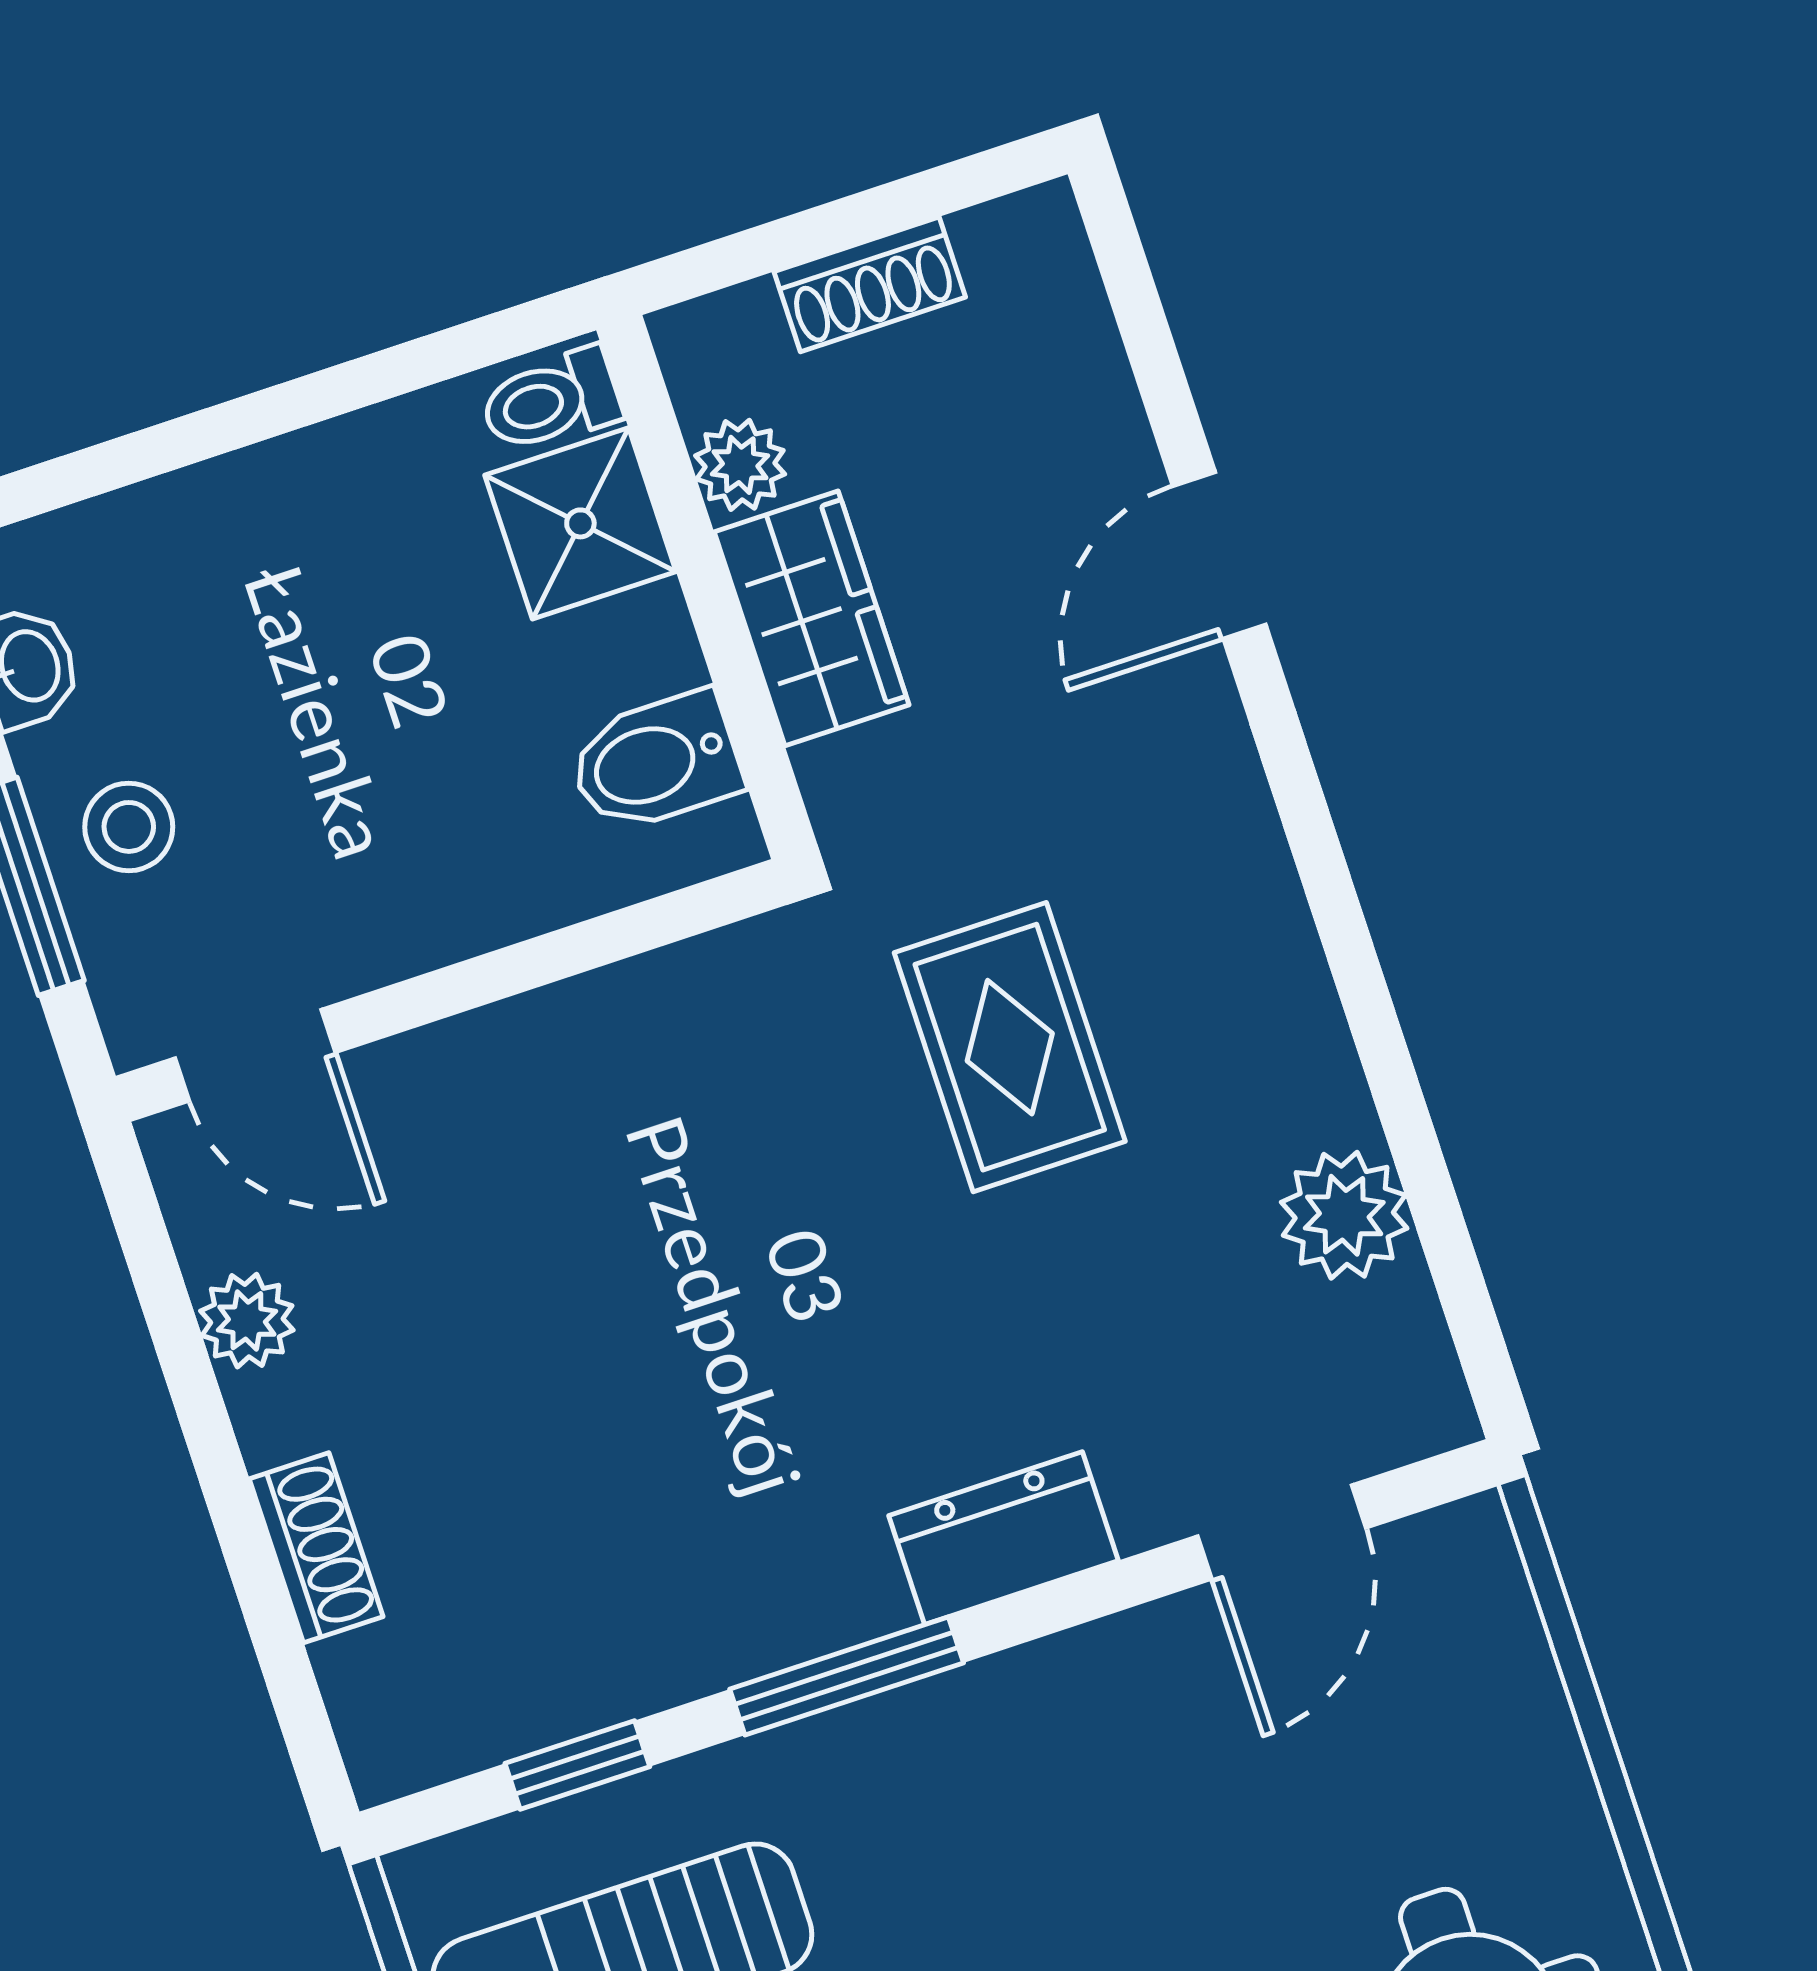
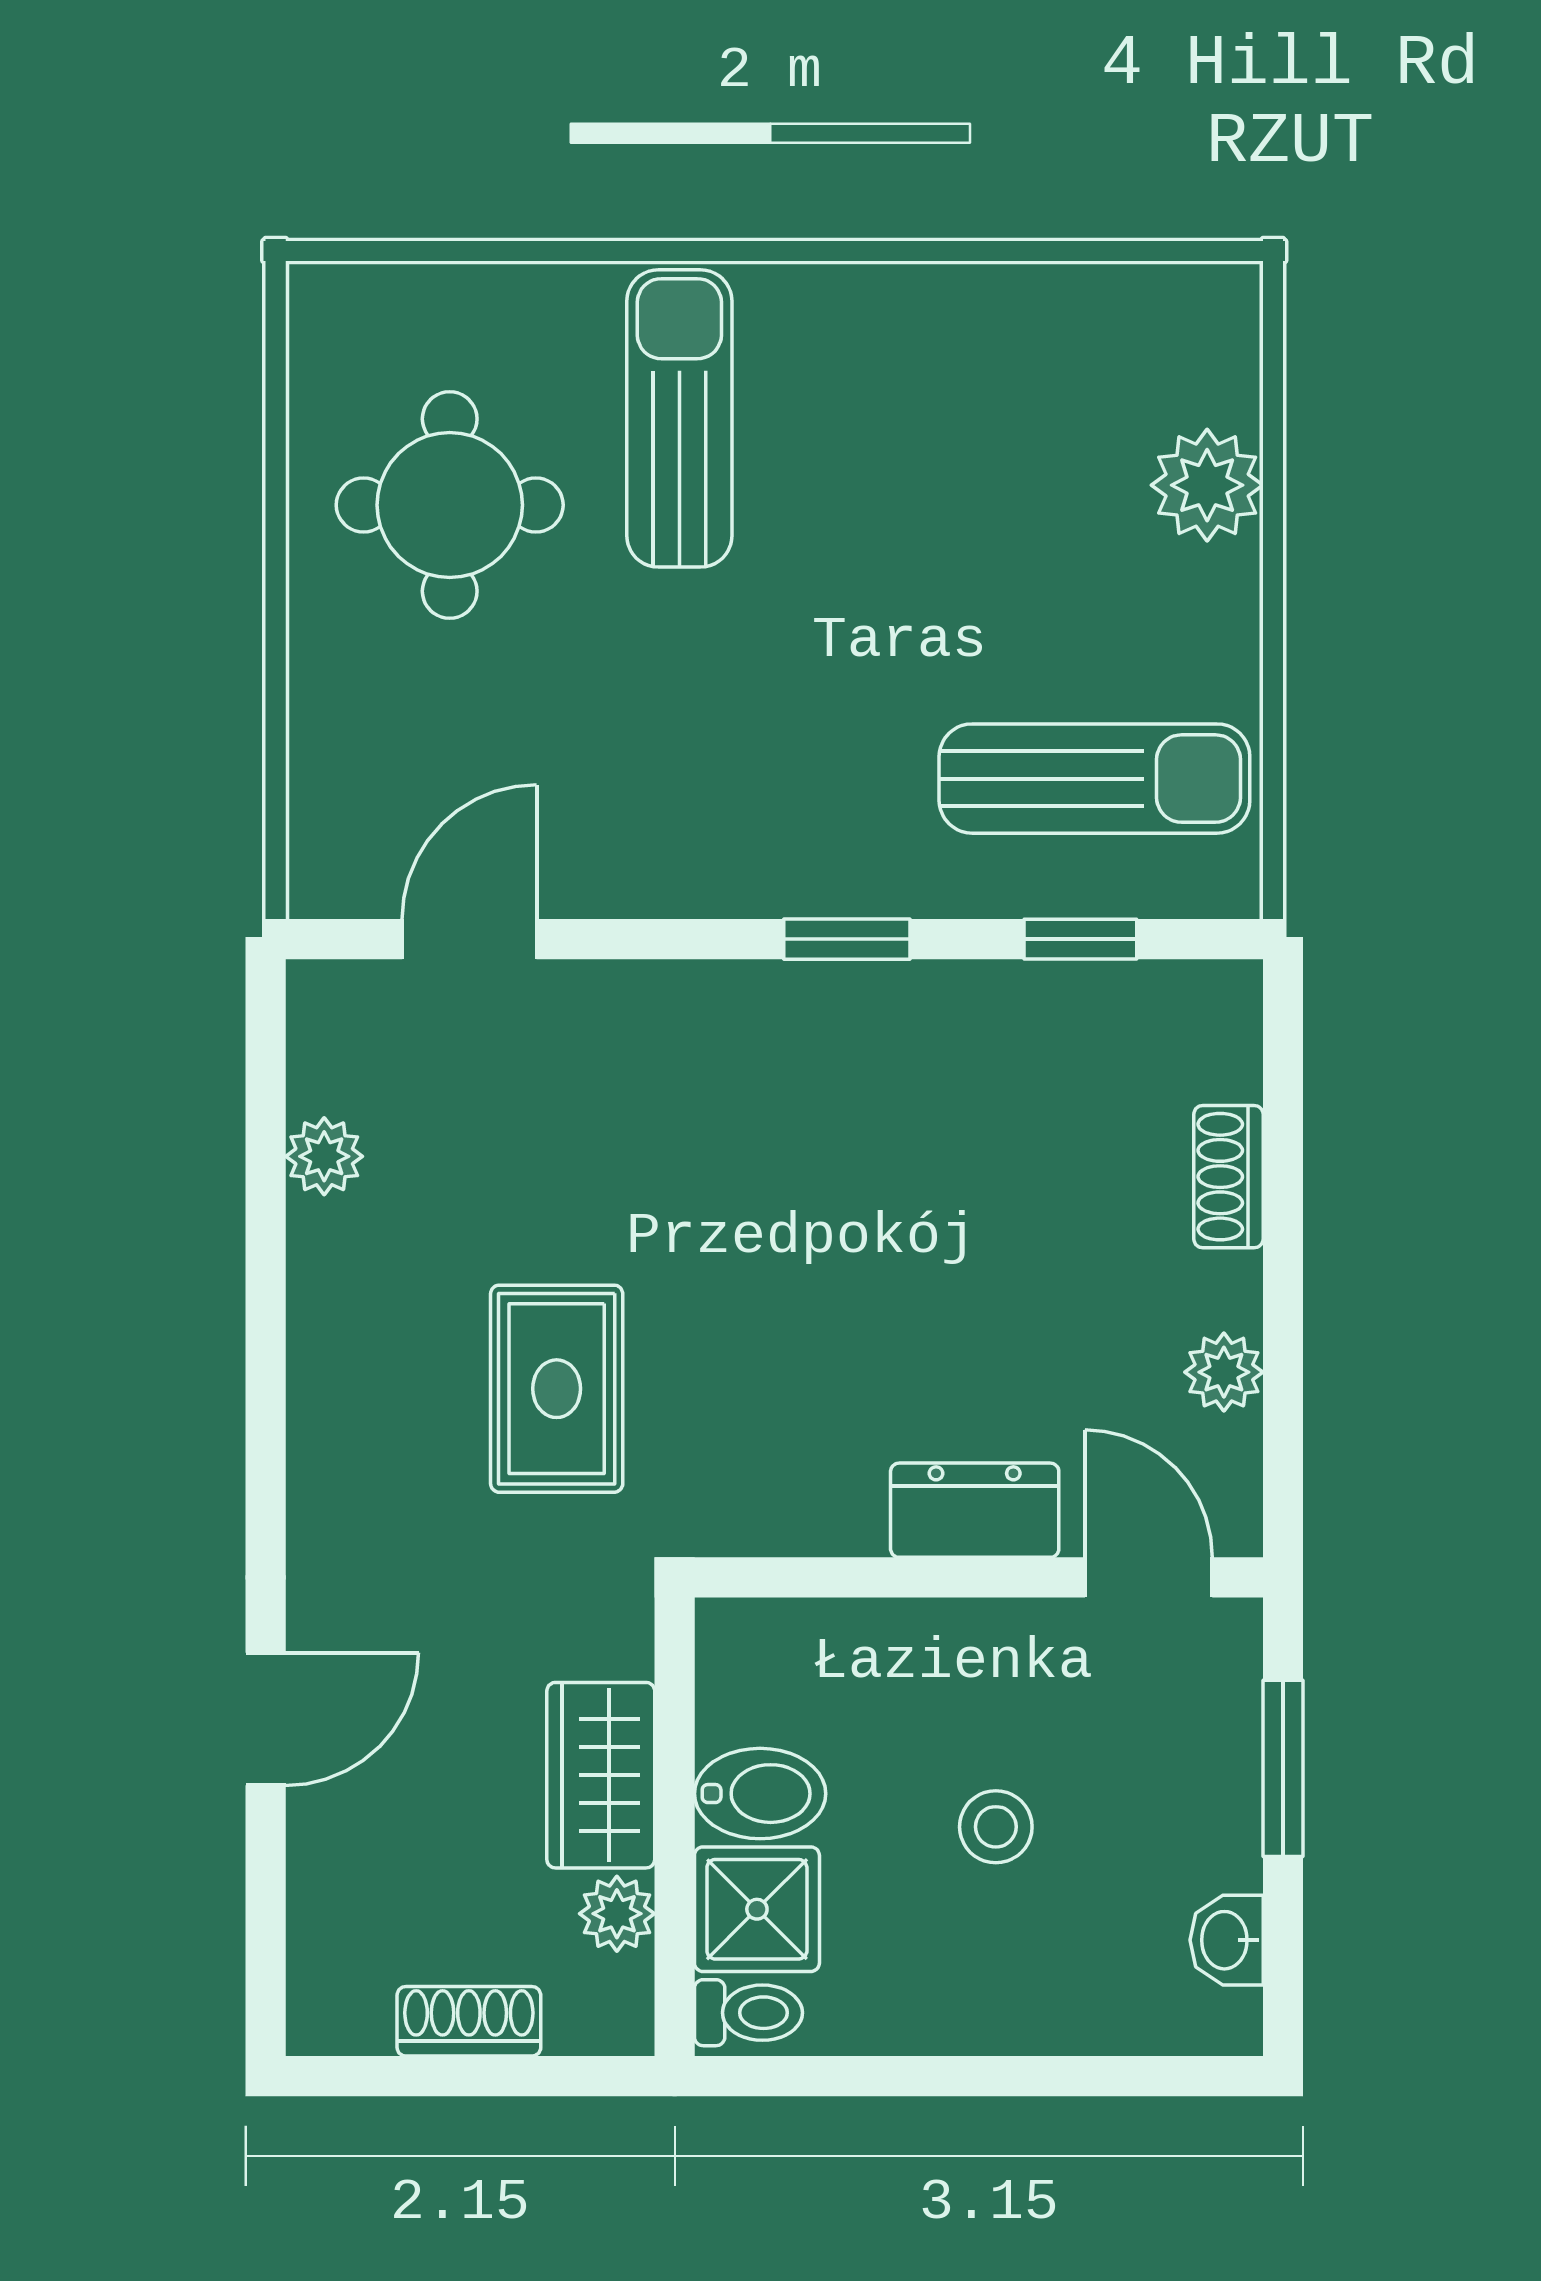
bidet: (655, 762) -> (760, 1794), moved
stool: (129, 827) -> (996, 1827), moved
plant: (1344, 1215) -> (324, 1156), width x0.73, depth x0.73
dresser: (1003, 1538) -> (975, 1510), moved, turned 180
window: (847, 1676) -> (847, 939), width x0.67

